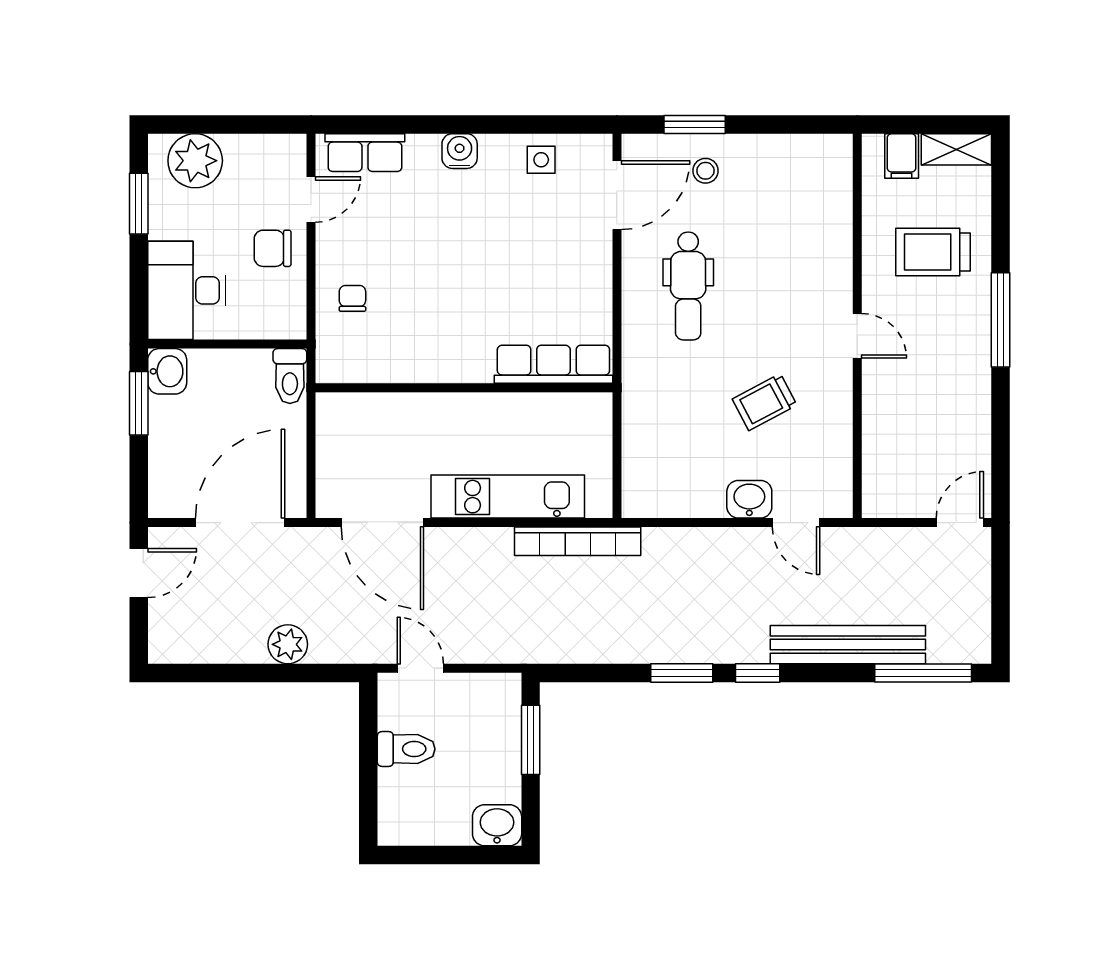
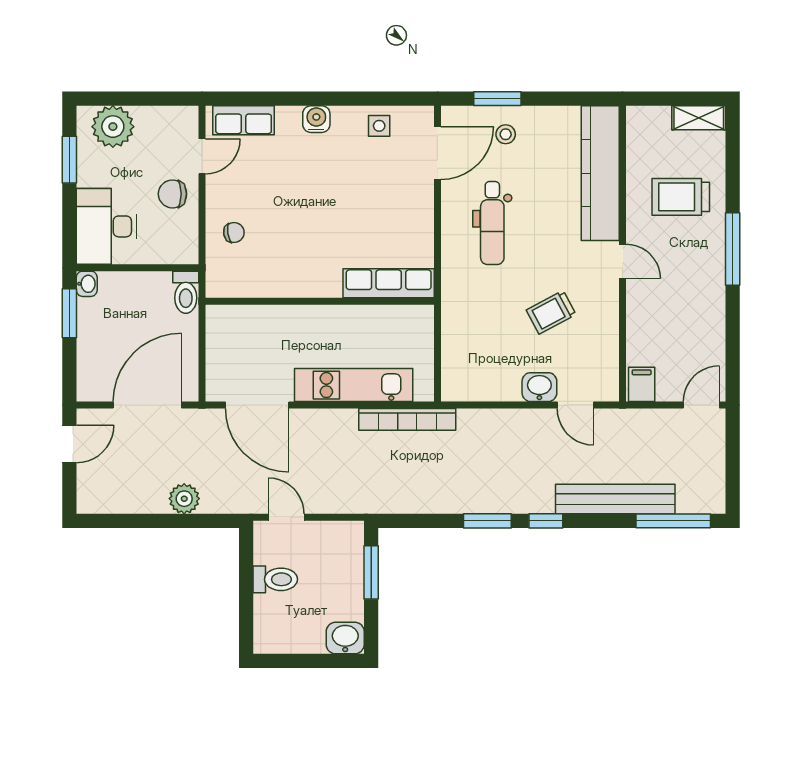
filing cabinet: (902, 156) -> (642, 384), moved, turned 180
kitchen counter: (828, 221) -> (600, 173), added
chair: (352, 298) -> (234, 232), turned 81
washbasin: (167, 371) -> (87, 284), width x0.72, depth x0.69

